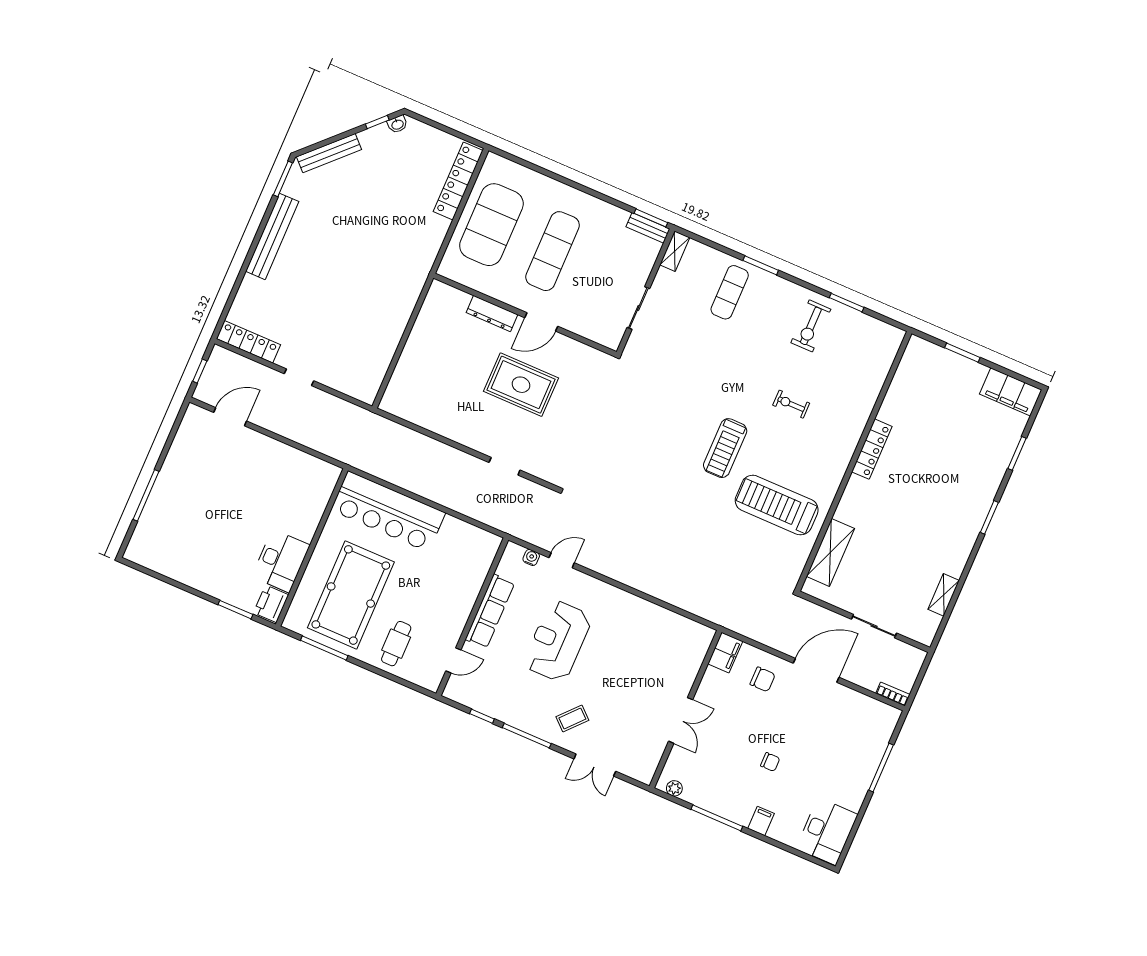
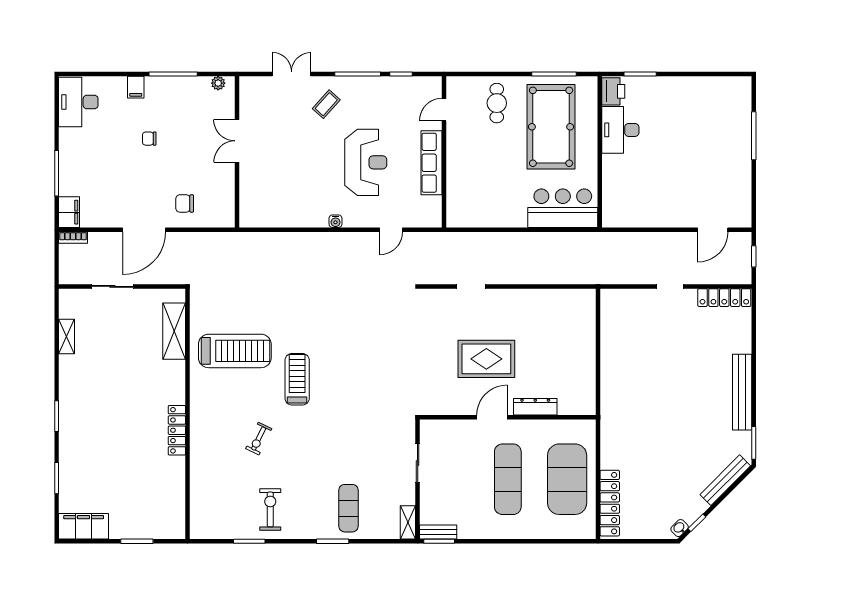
exercise bike: (791, 404) -> (259, 439), turned 116
bar counter: (388, 511) -> (563, 208), width x0.73
water cooler: (531, 557) -> (335, 221), moved
filing cabinet: (725, 653) -> (69, 212), moved, turned 180

